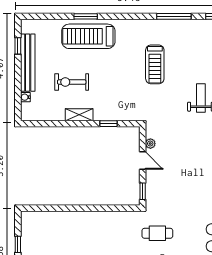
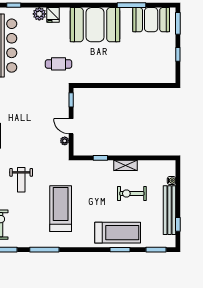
window: (44, 16) -> (156, 250), added
treadmill: (155, 64) -> (61, 209), width x1.37, depth x1.38
exercise bike: (72, 82) -> (132, 193), turned 180

